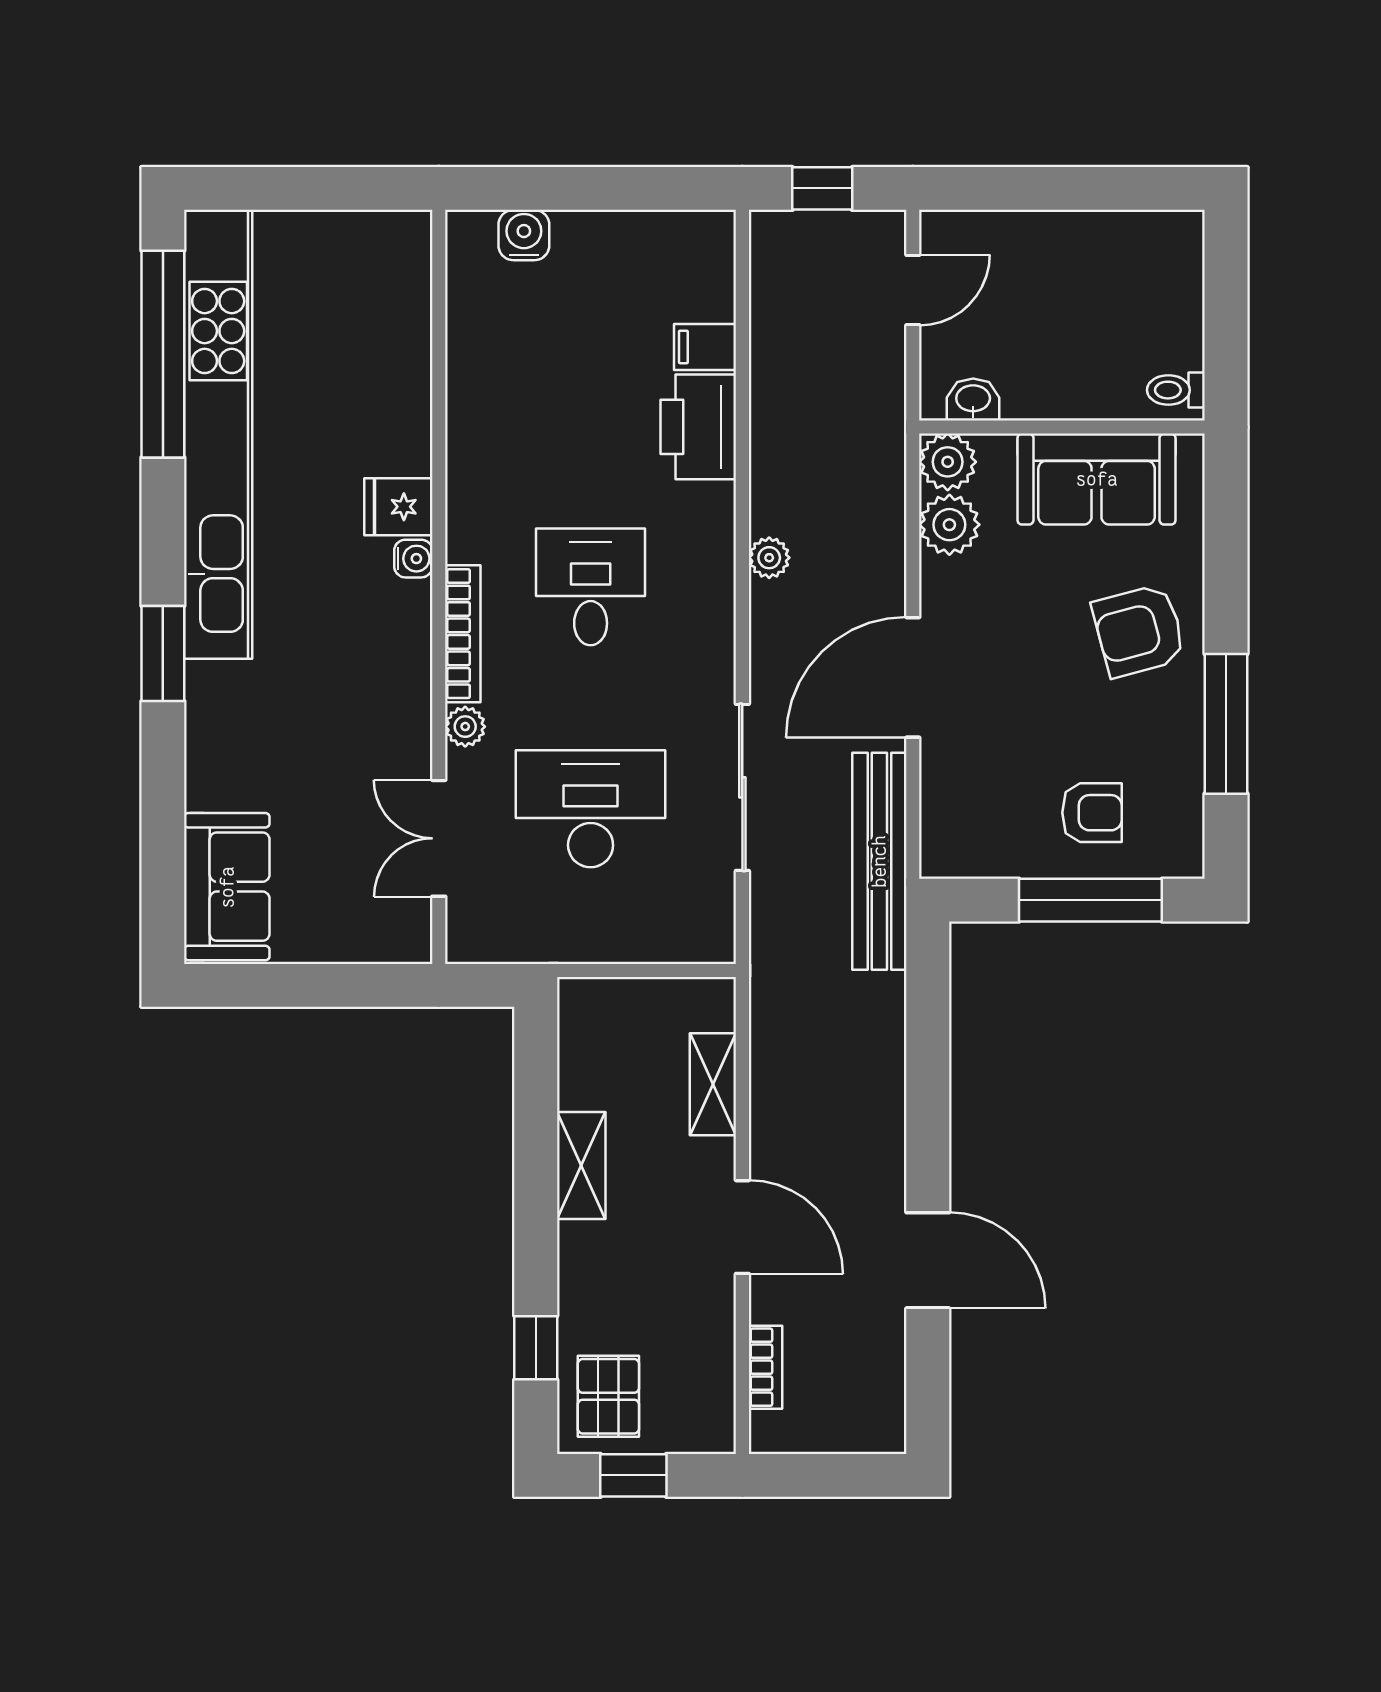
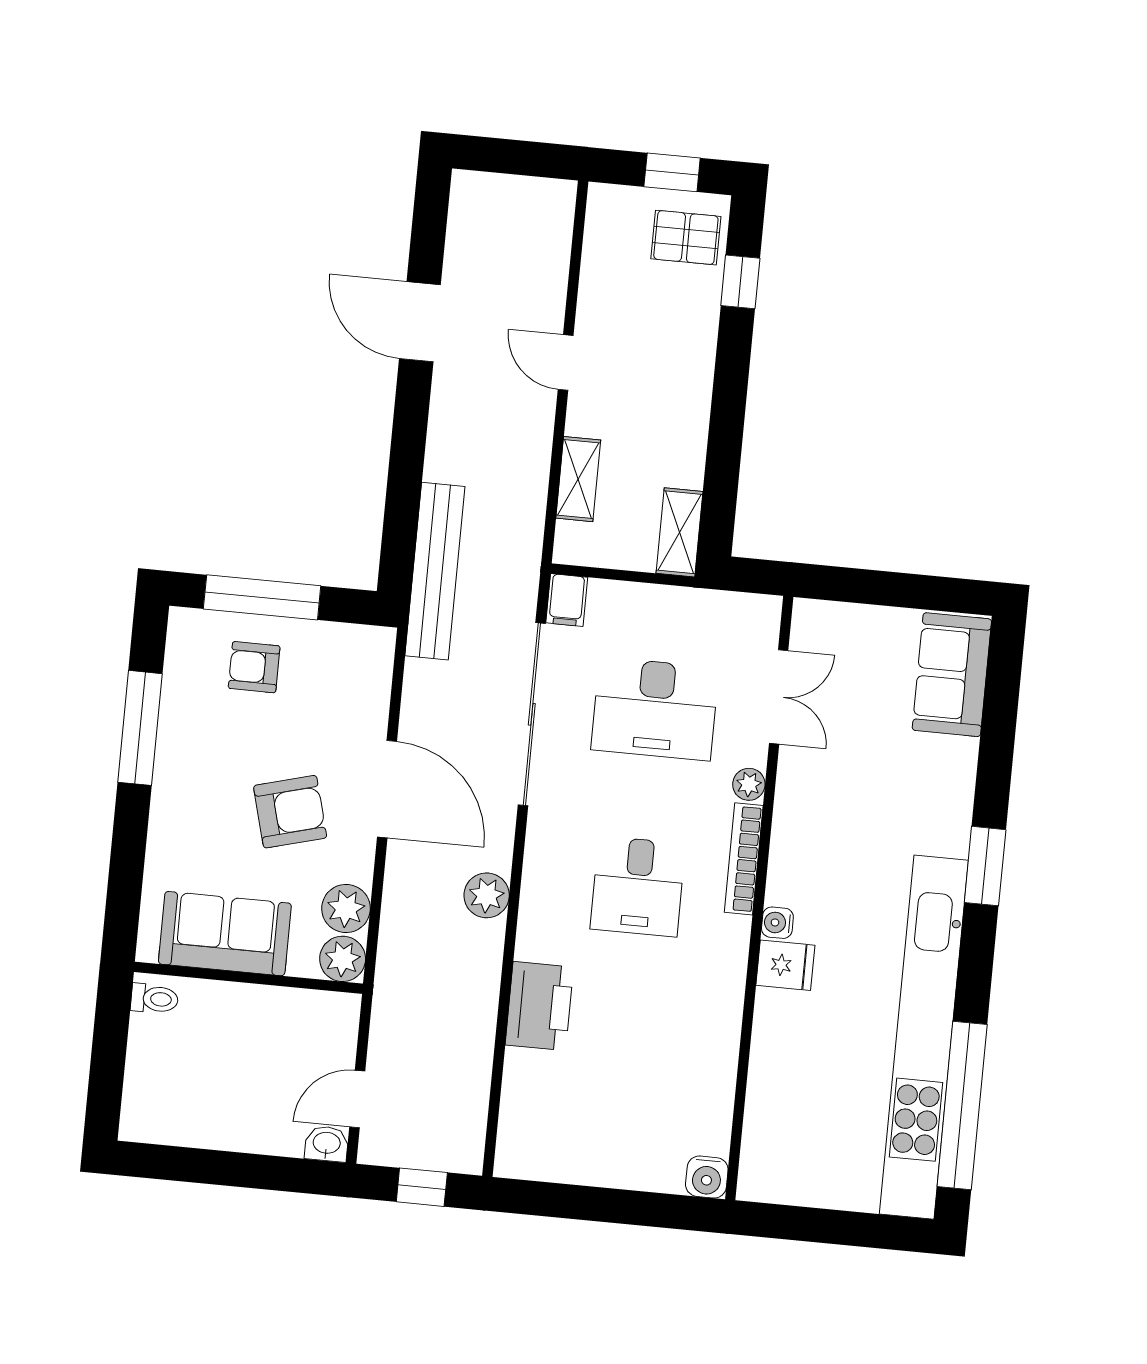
water cooler: (524, 235) -> (707, 1177), moved
filing cabinet: (705, 347) -> (567, 600), moved, turned 90
washbasin: (973, 400) -> (327, 1144), moved, turned 180
plant: (769, 558) -> (487, 895), width x1.38, depth x1.38
armchair: (1139, 631) -> (290, 812), moved
door: (913, 677) -> (387, 789), hinge flipped
sliding door: (742, 787) -> (532, 714), width x1.36
bench: (879, 861) -> (435, 571), moved
shelving: (581, 1166) -> (680, 532), moved
door: (742, 1227) -> (566, 363), width x0.73
bookcase: (765, 1367) -> (558, 249), removed
pallet: (608, 1396) -> (686, 238), turned 90

